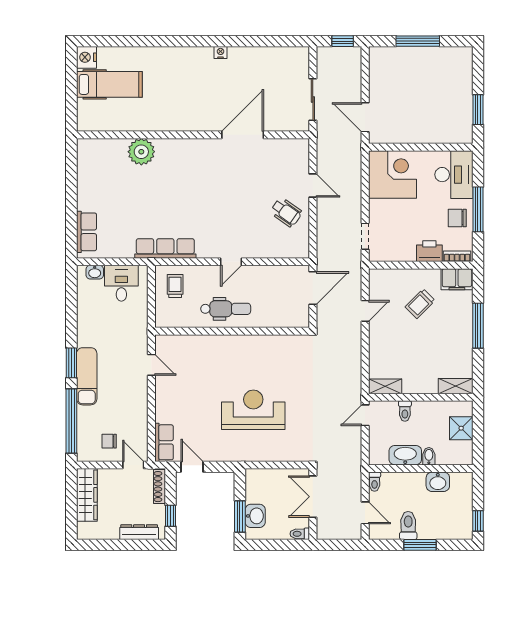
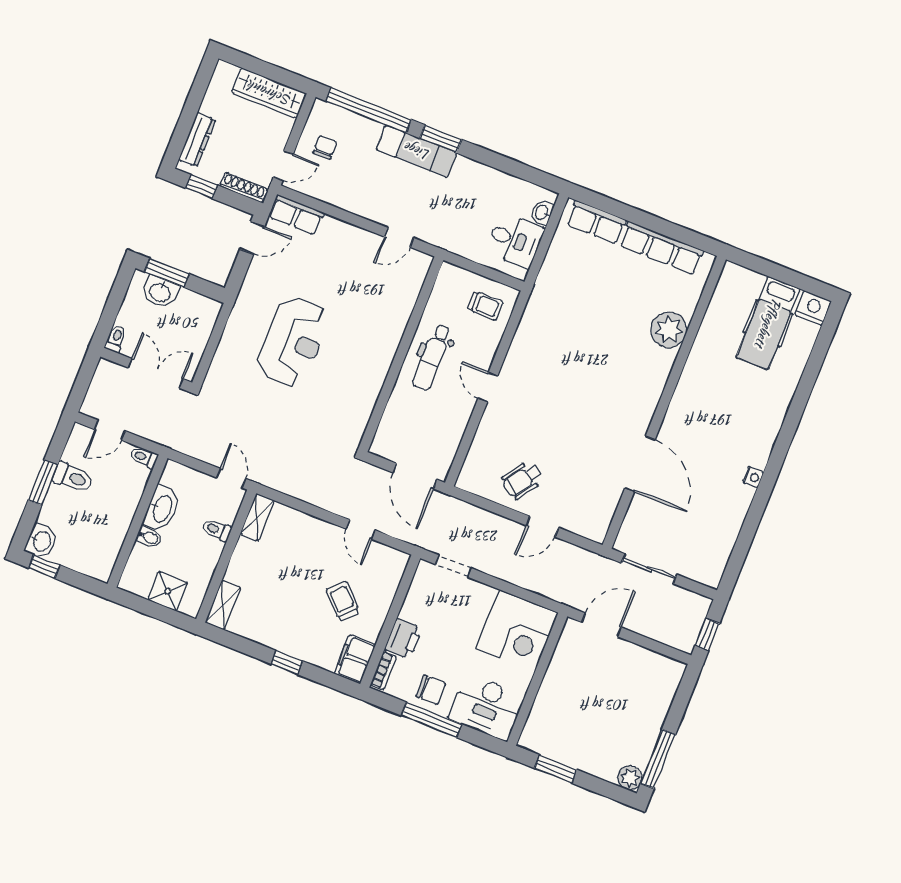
window: (418, 41) -> (658, 759), moved
plant: (464, 55) -> (630, 778), added
chair: (457, 218) -> (431, 690), turned 90
row of seats: (165, 248) -> (662, 248), moved, turned 90
window: (478, 326) -> (287, 663), width x0.46
washbasin: (438, 482) -> (41, 541), moved, turned 180

